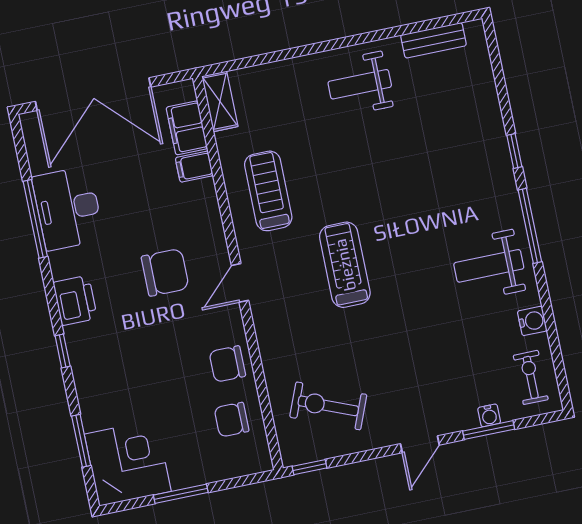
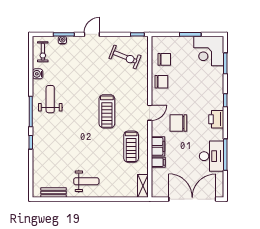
filing cabinet: (187, 128) -> (158, 146), moved
weight bench: (489, 266) -> (50, 99), turned -90

